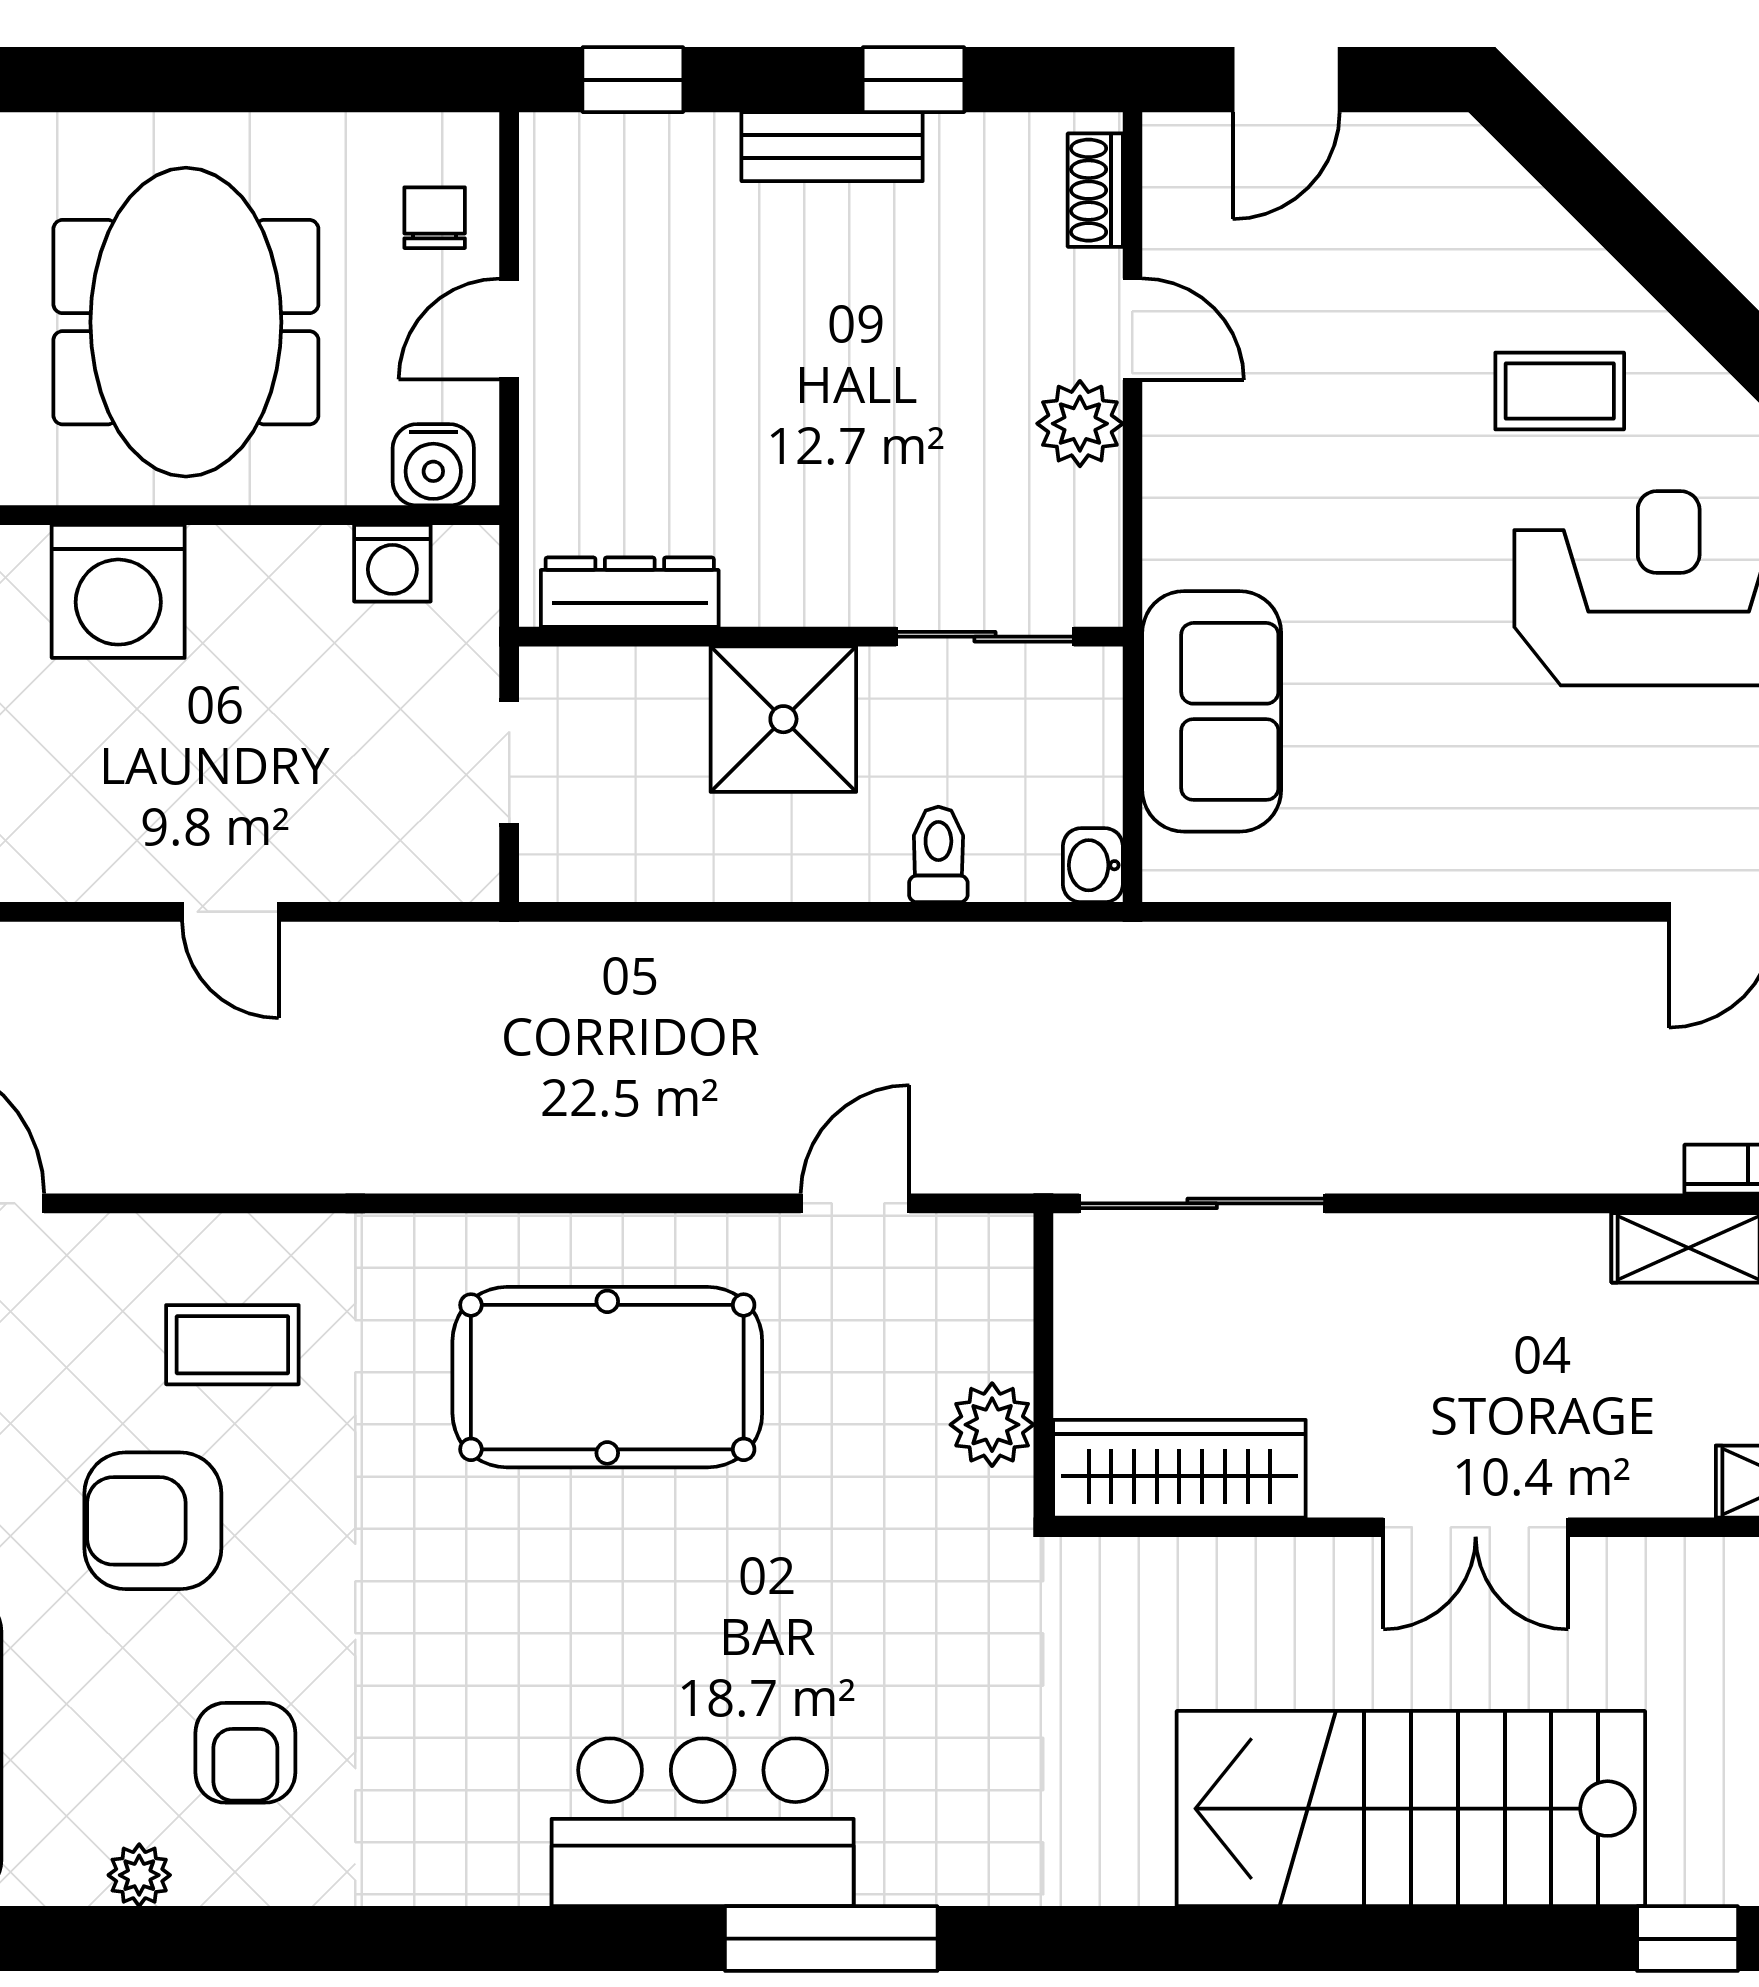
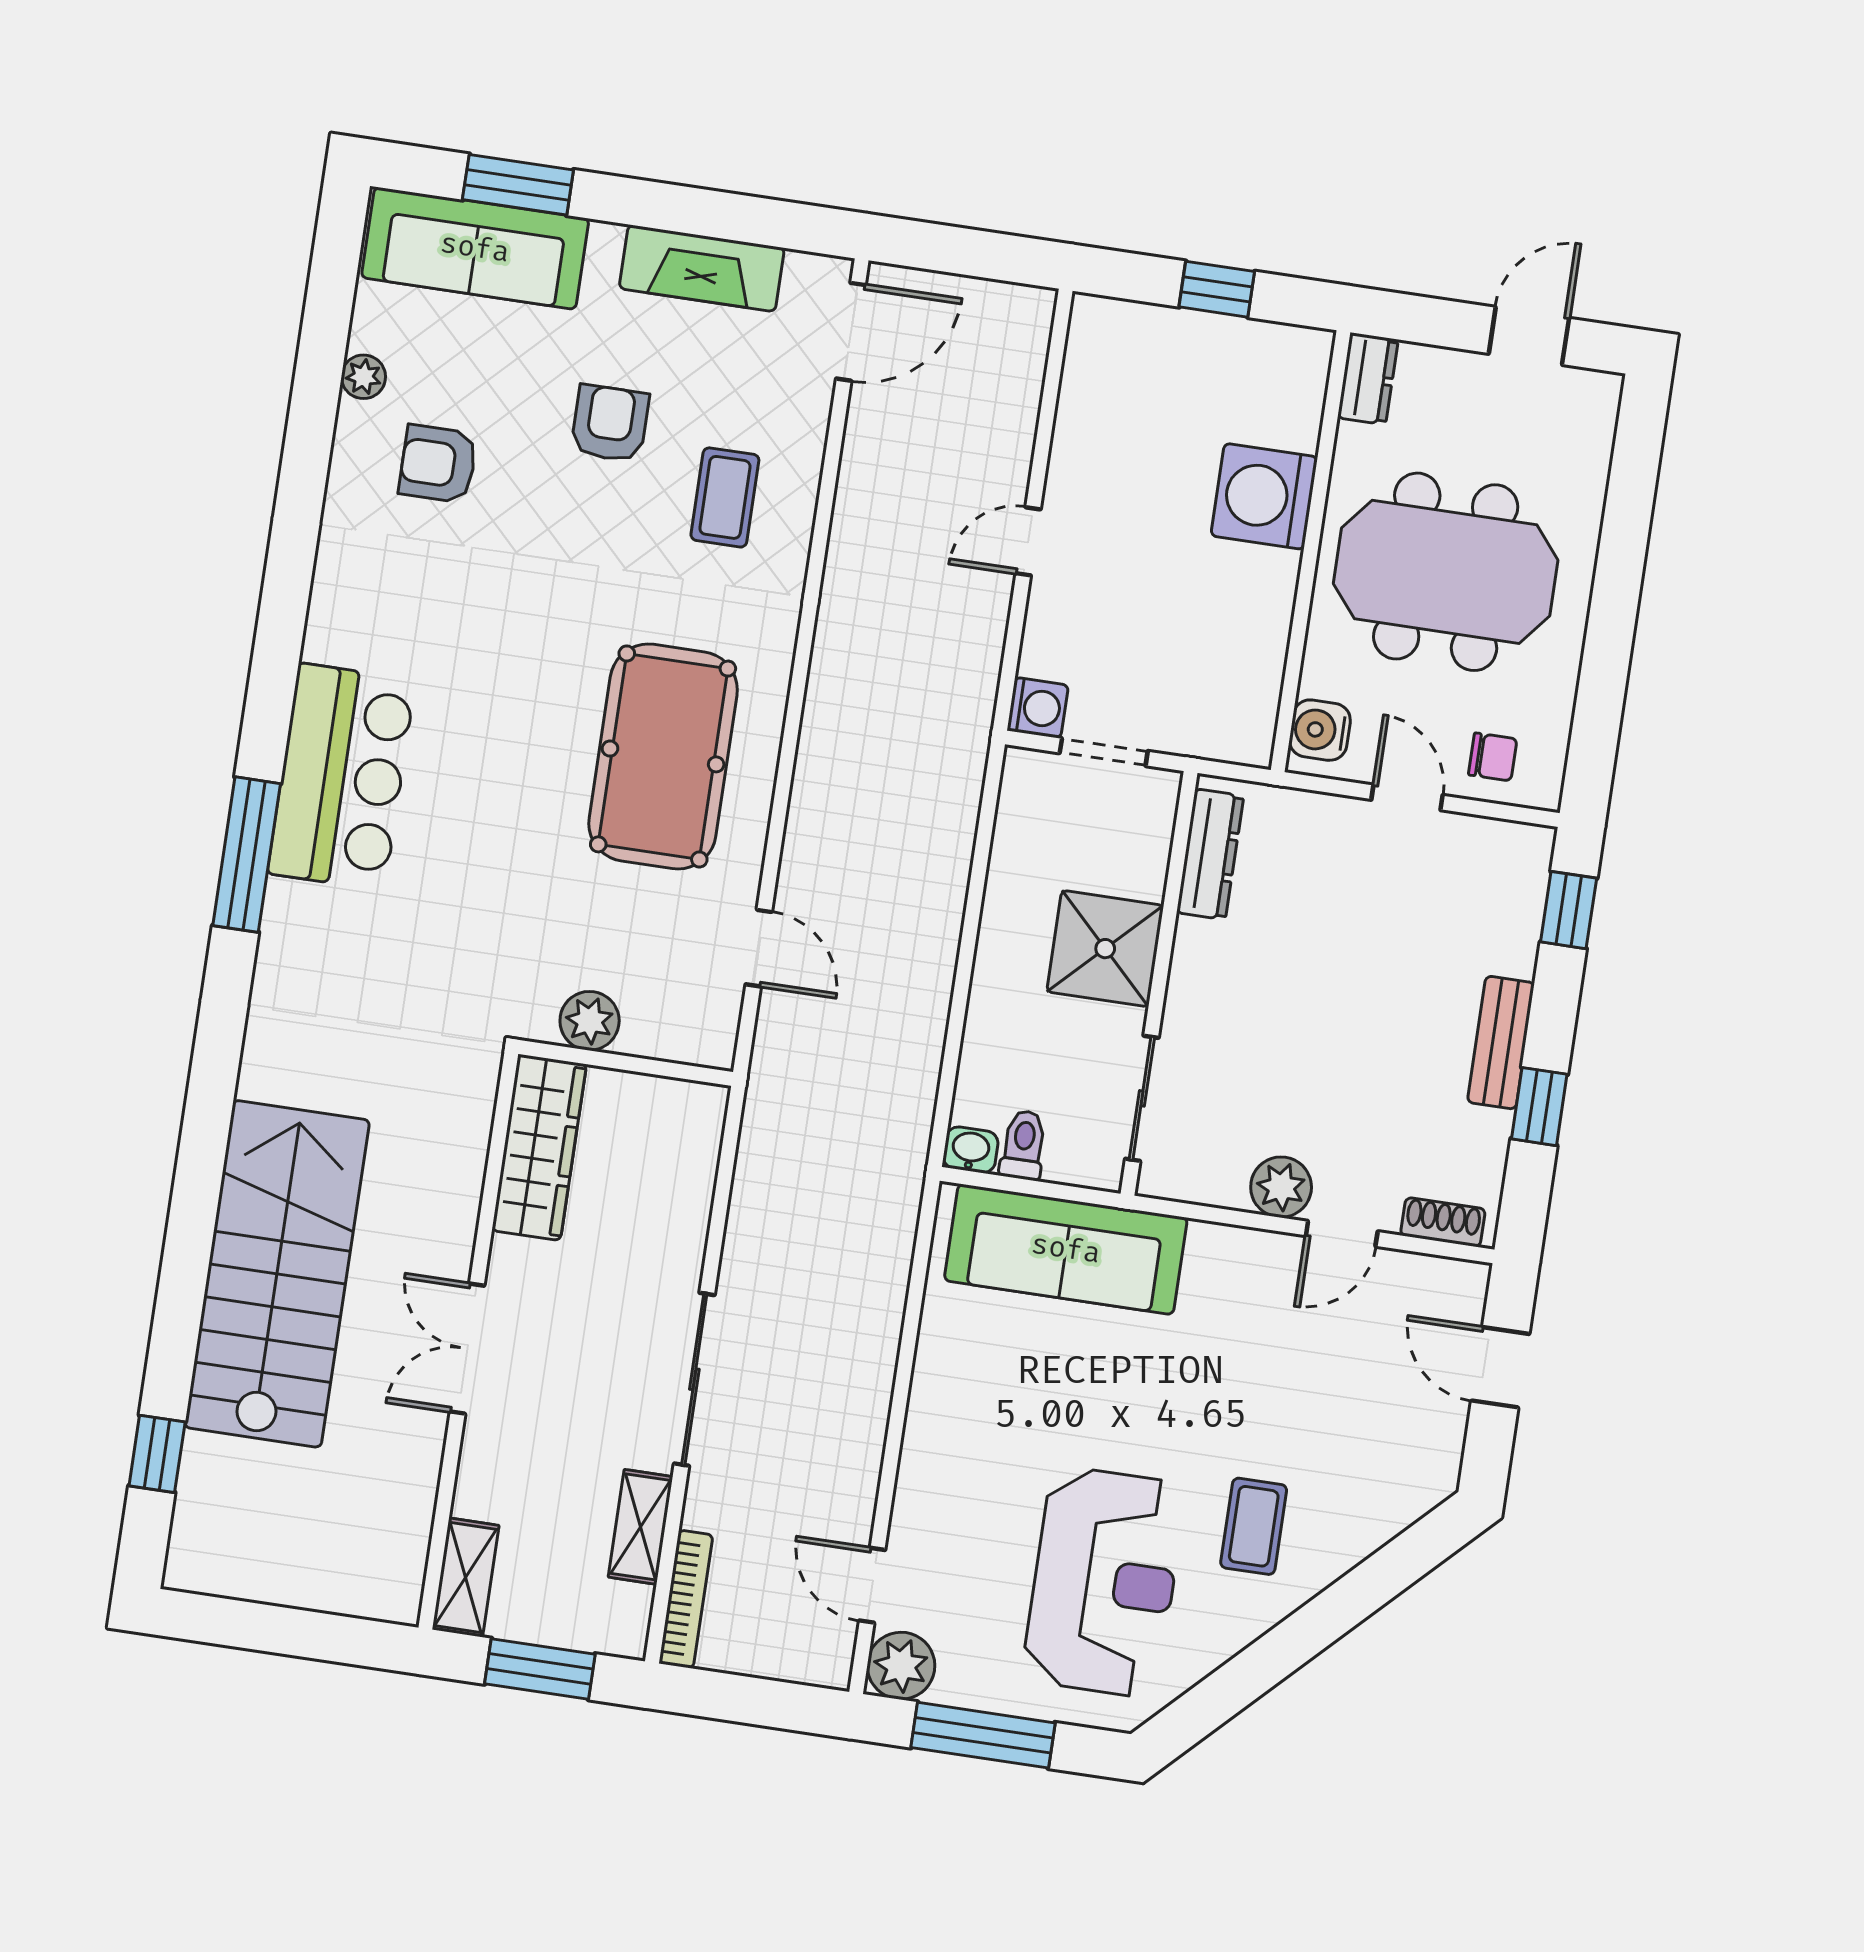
washing machine: (392, 563) -> (1038, 708), moved, turned 180
sofa: (1212, 711) -> (1066, 1249), width x1.36
toilet: (938, 854) -> (1023, 1145), moved, turned -90
sliding door: (1202, 1203) -> (694, 1379), moved
armchair: (153, 1521) -> (610, 423), width x0.72, depth x0.72

